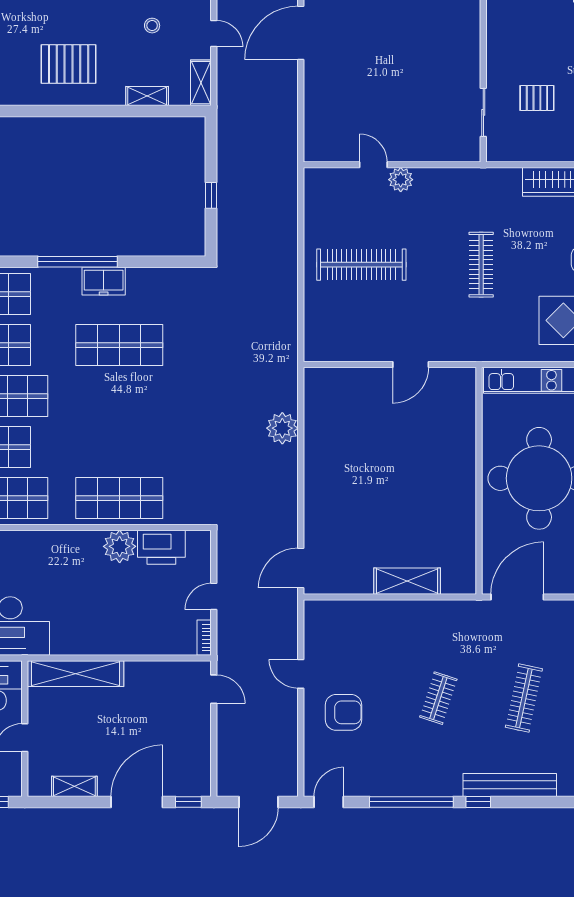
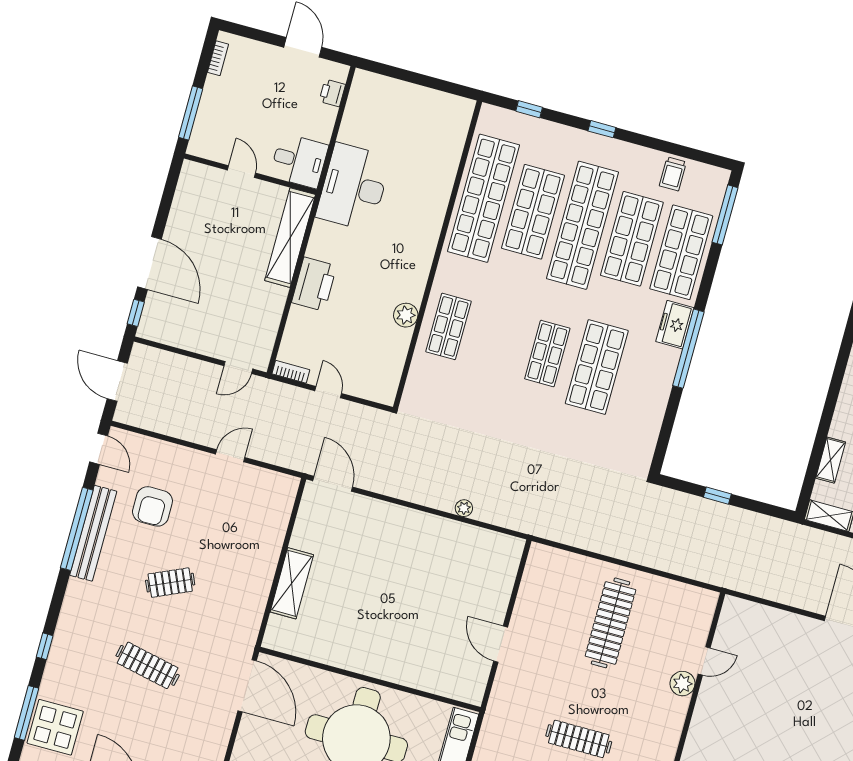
freezer: (104, 281) -> (675, 325), moved
shop shelf: (119, 396) -> (547, 354), added
plant: (282, 428) -> (464, 508), width x0.53, depth x0.53
shop shelf: (119, 498) -> (448, 326), width x0.70, depth x0.74
plant: (120, 546) -> (406, 315), width x0.73, depth x0.73
printer: (161, 547) -> (314, 284), moved, turned 180
clothes rail: (438, 698) -> (170, 583), turned -42
armchair: (344, 712) -> (152, 506), moved
bench: (510, 785) -> (93, 533), moved
shelving: (74, 786) -> (181, 207), removed
window: (478, 802) -> (45, 646), moved

